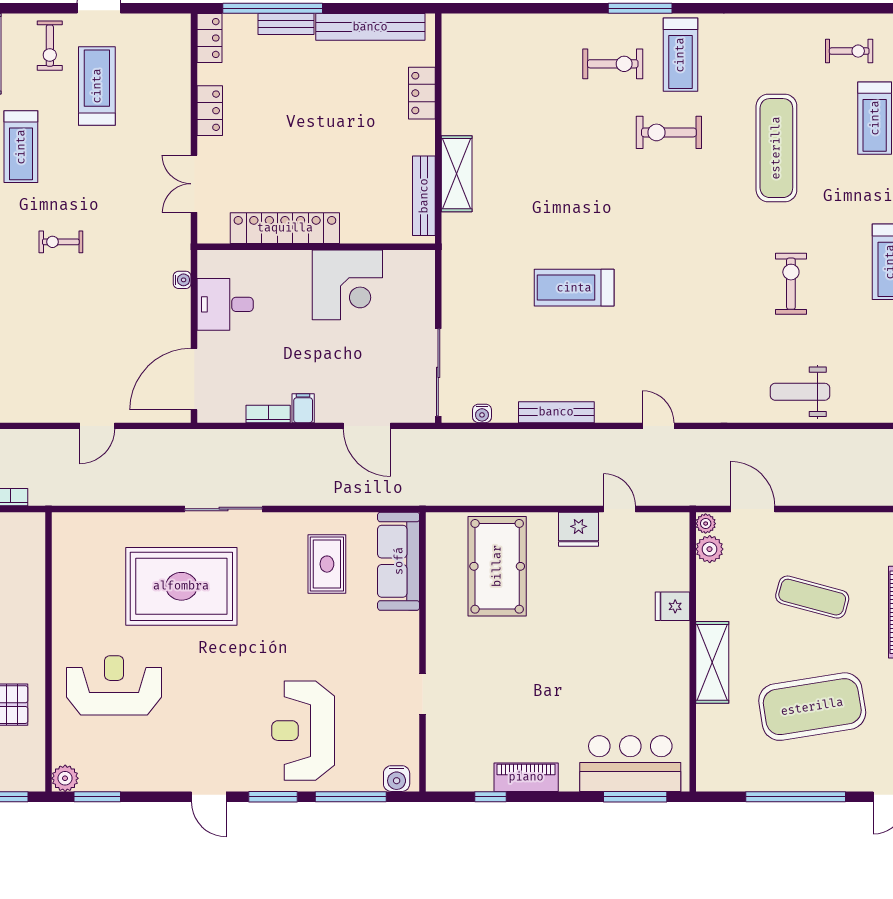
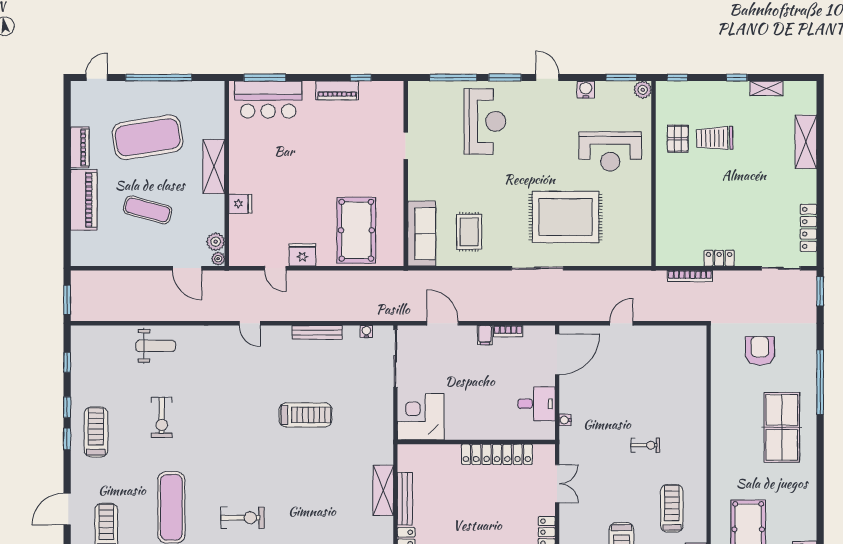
bench: (424, 196) -> (405, 499), moved
corner desk: (347, 285) -> (421, 417), moved
water cooler: (397, 779) -> (586, 90), moved

